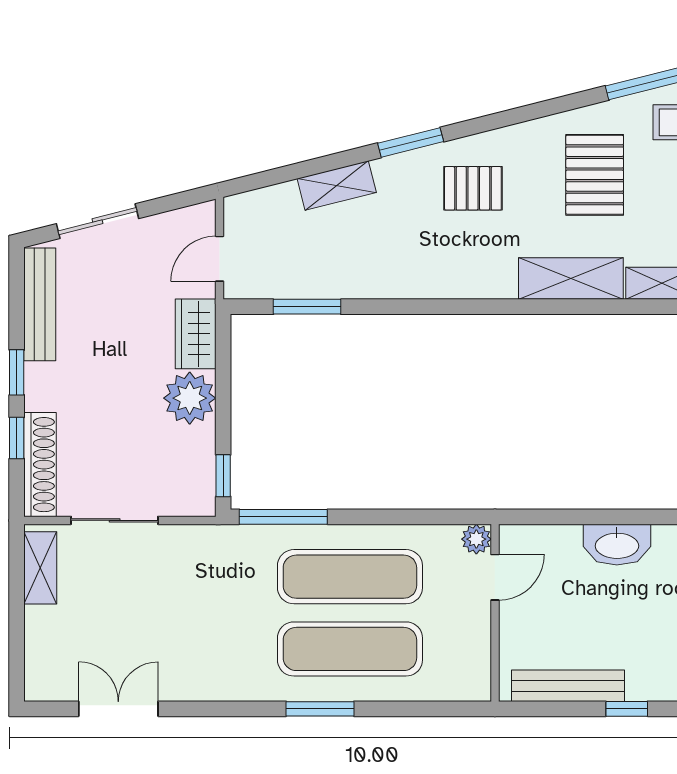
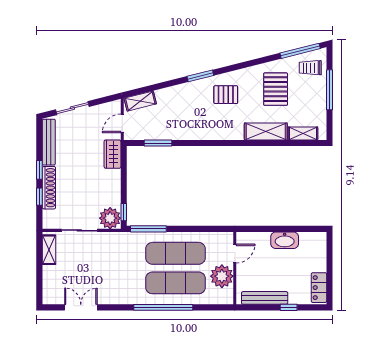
shelving: (337, 185) -> (140, 101), moved
plant: (190, 398) -> (110, 218), moved
shoe rack: (40, 465) -> (49, 188), moved
plant: (476, 539) -> (222, 276), moved, width x1.87, depth x1.87
window: (320, 709) -> (163, 307), width x2.11

